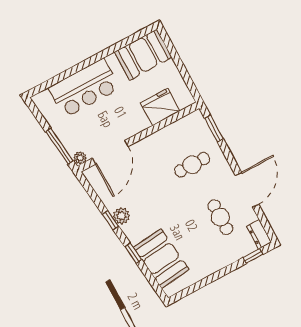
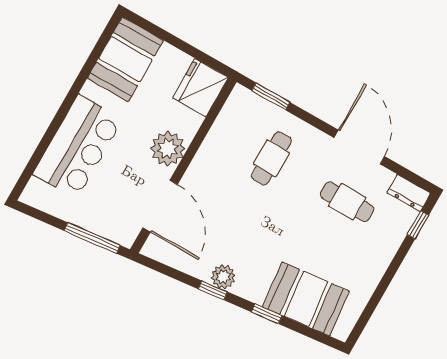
fridge: (160, 107) -> (200, 88), moved
plant: (80, 158) -> (168, 149), moved, width x1.87, depth x1.87

